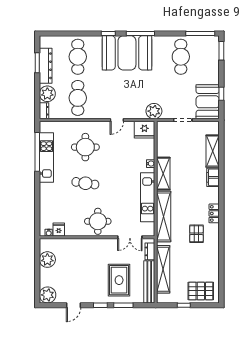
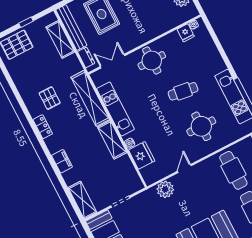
plant: (154, 111) -> (165, 189), moved
fridge: (144, 130) -> (142, 155), moved, turned 90
shelving: (213, 151) -> (82, 200), moved
shelving: (163, 269) -> (60, 39), width x0.68

